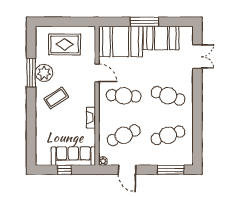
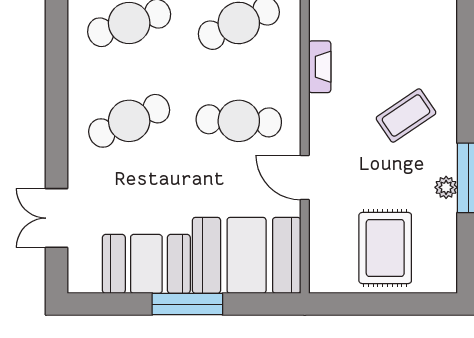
rug: (65, 44) -> (385, 248), turned 90
plant: (44, 73) -> (446, 187), width x0.53, depth x0.53
cafe table: (168, 96) -> (129, 121), turned -42

